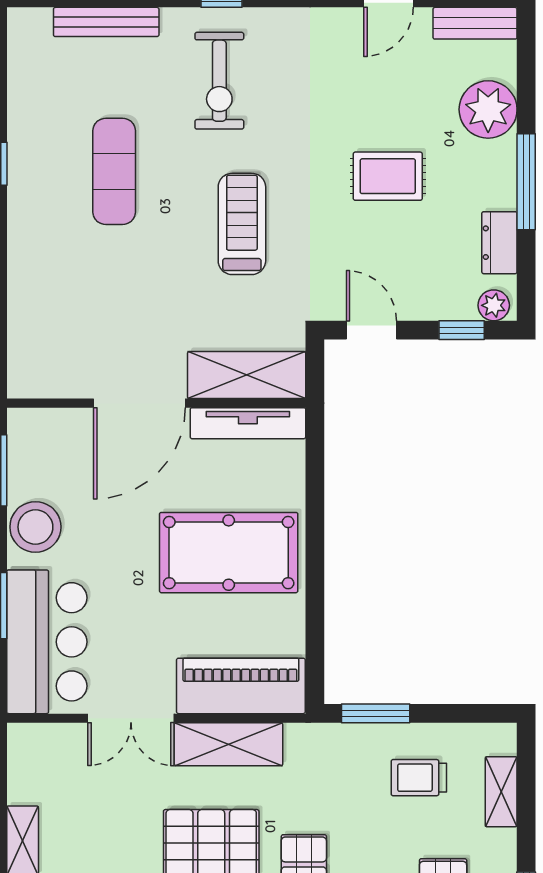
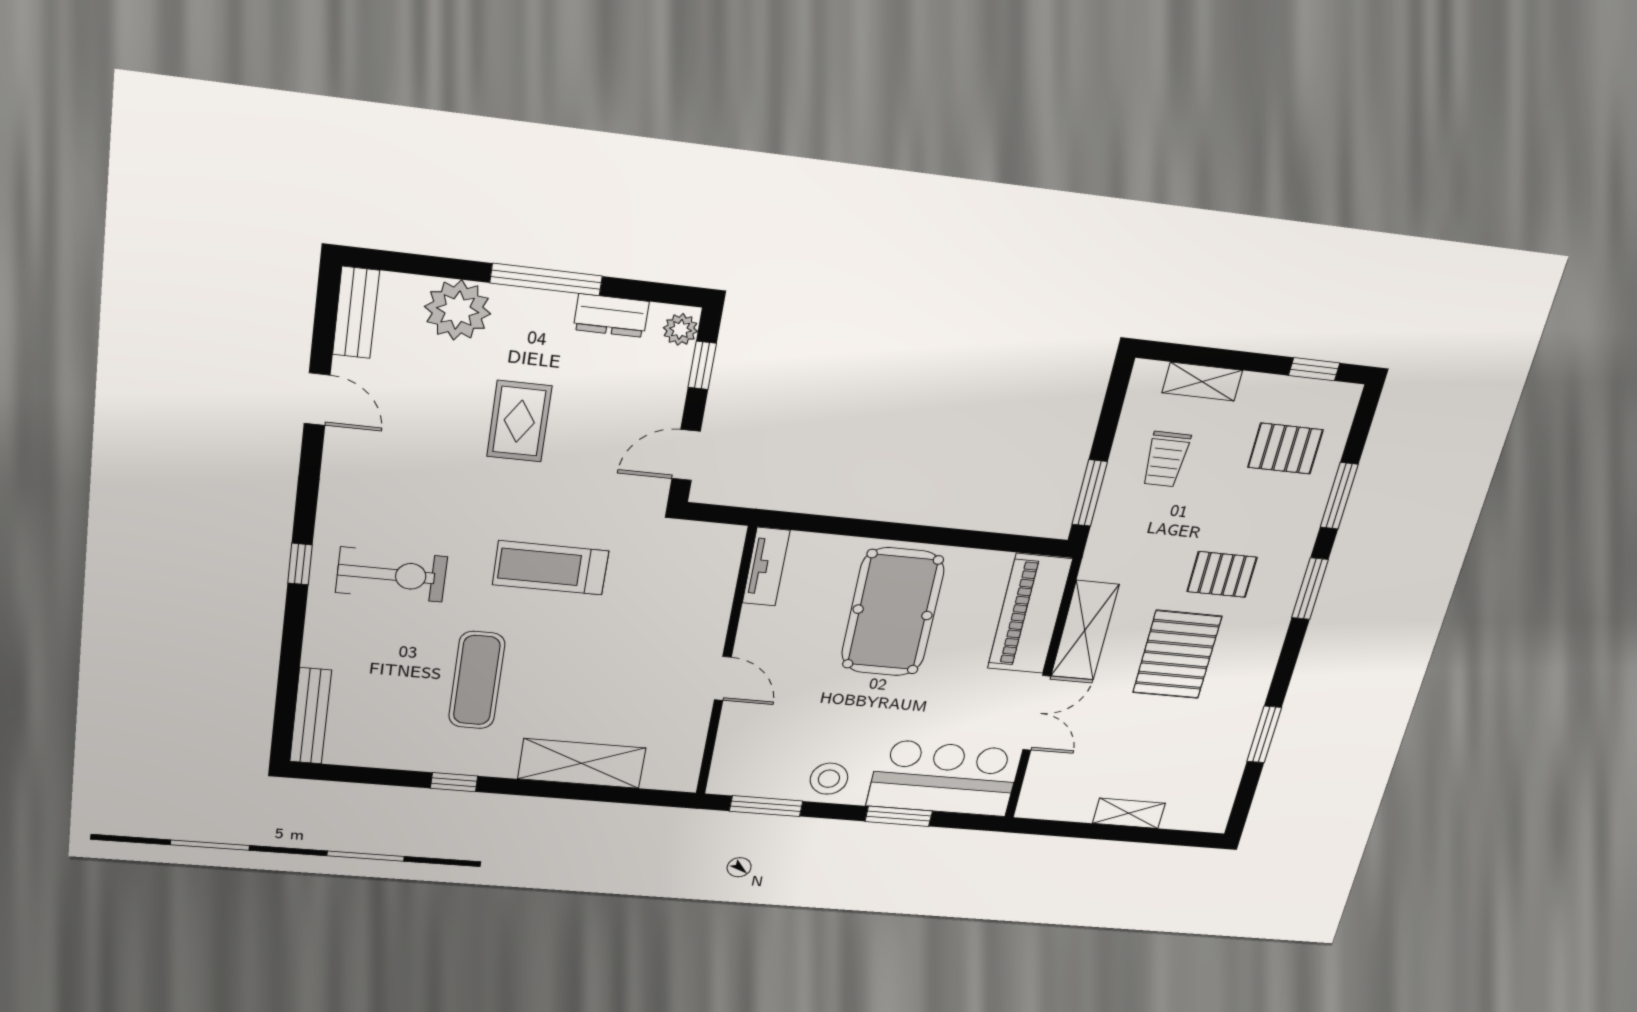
bench: (106, 22) -> (311, 716), moved
exercise mat: (114, 171) -> (477, 680), turned 90
shelving: (247, 375) -> (582, 763), moved, turned 90
door: (139, 403) -> (723, 679), width x0.53
tv unit: (248, 423) -> (766, 567), width x0.71
stool: (35, 527) -> (829, 779), width x0.73, depth x0.73

